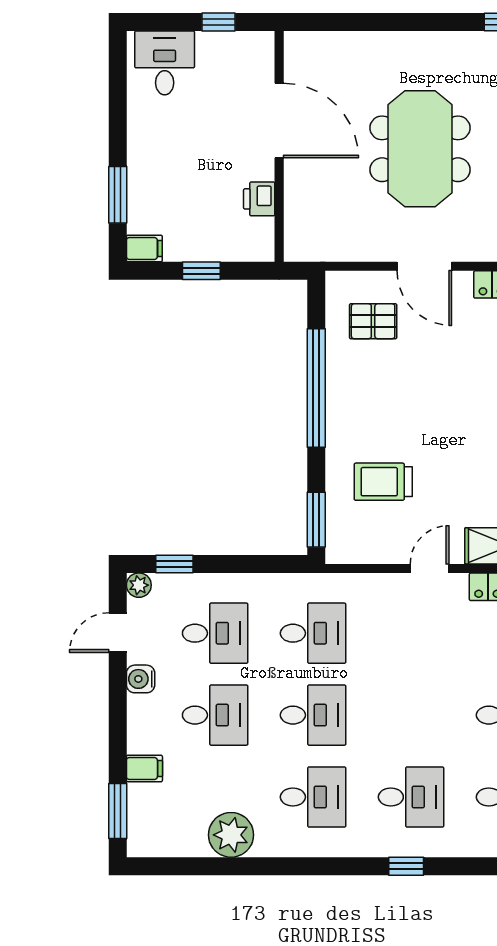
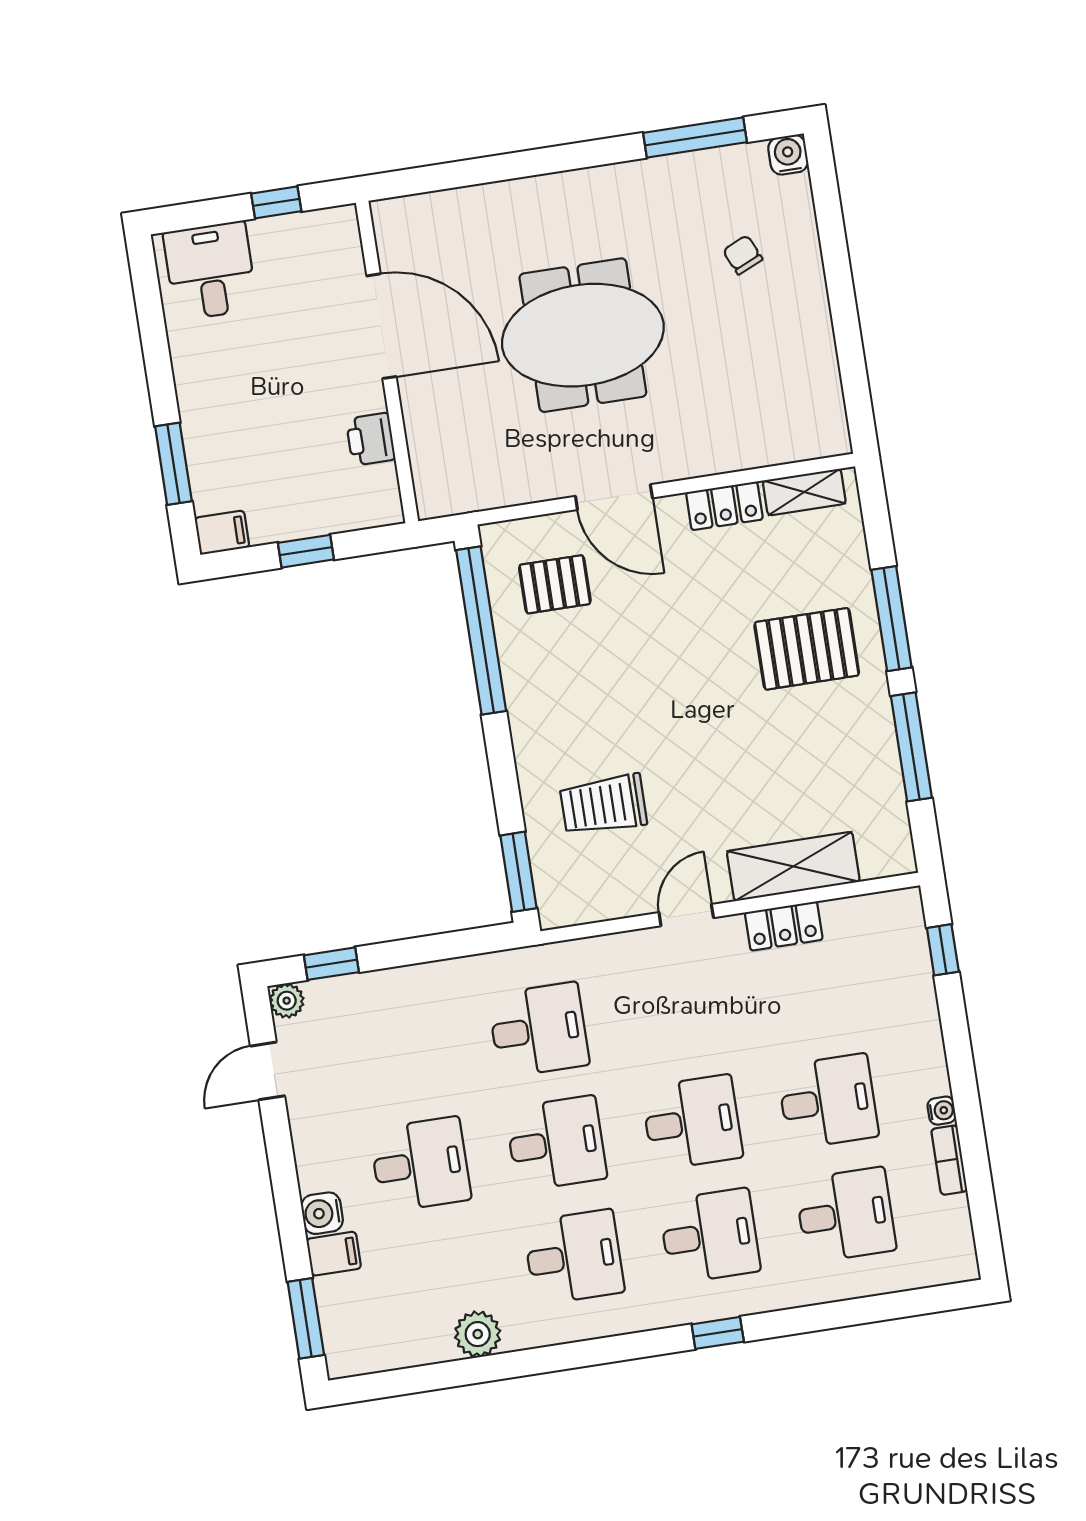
meeting table: (420, 149) -> (583, 335), turned 90
window: (316, 388) -> (481, 631), moved
desk: (215, 633) -> (692, 1122), moved
water cooler: (141, 679) -> (322, 1213), moved
plant: (231, 835) -> (478, 1334), width x0.73, depth x0.73

